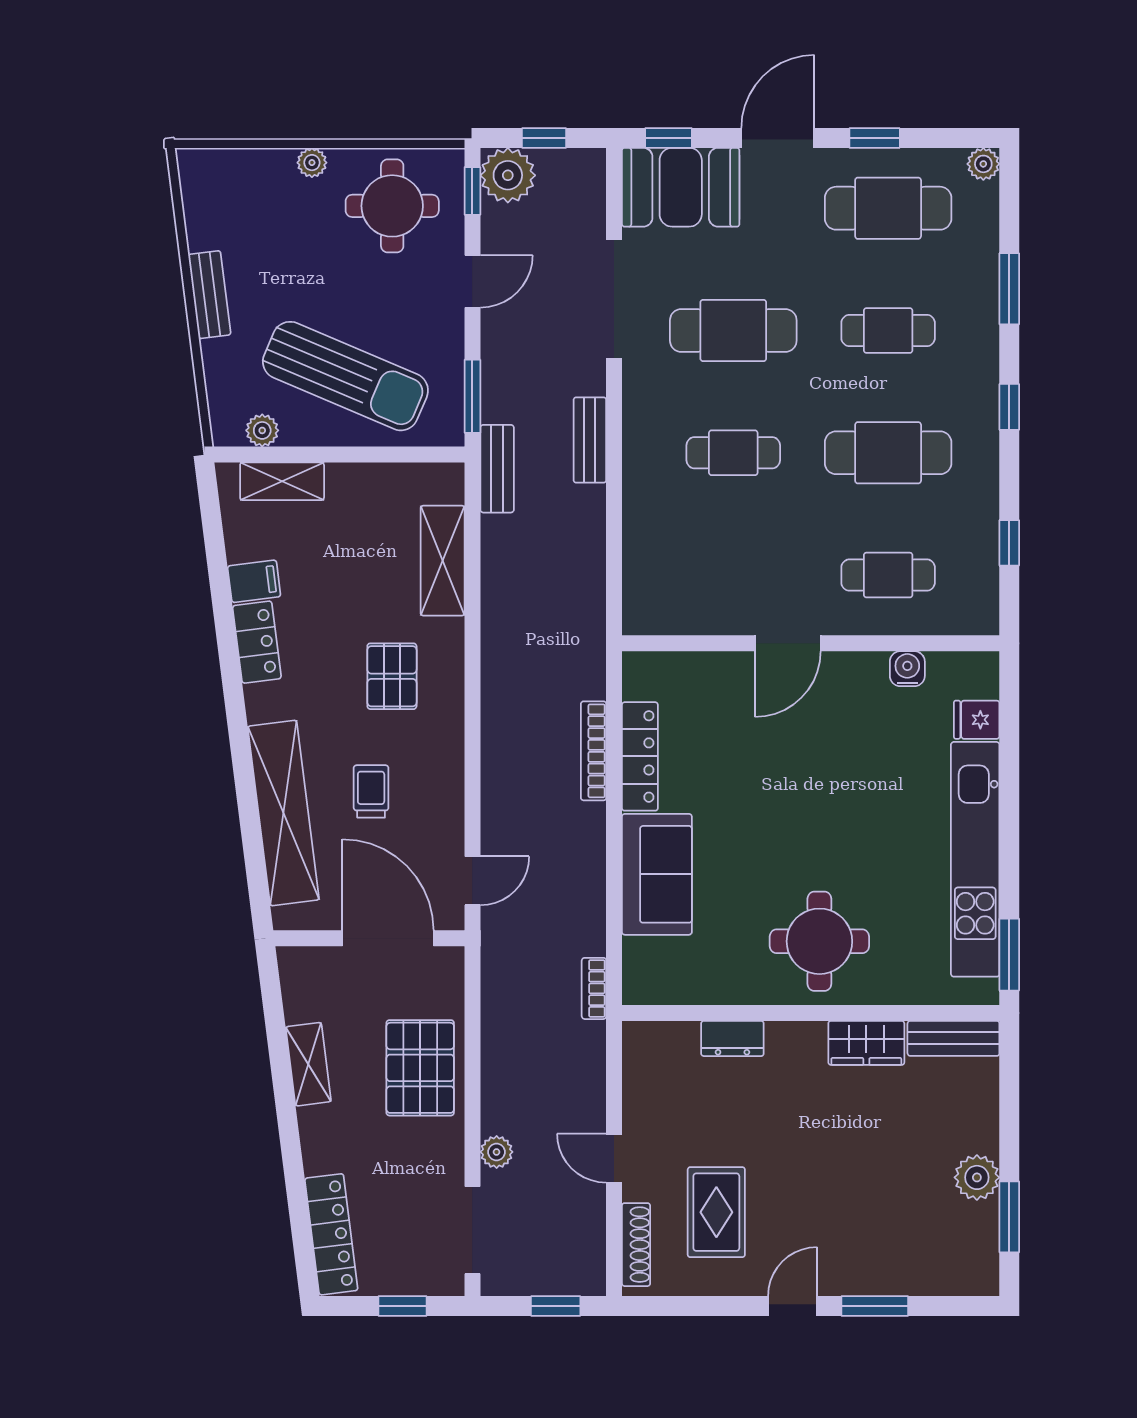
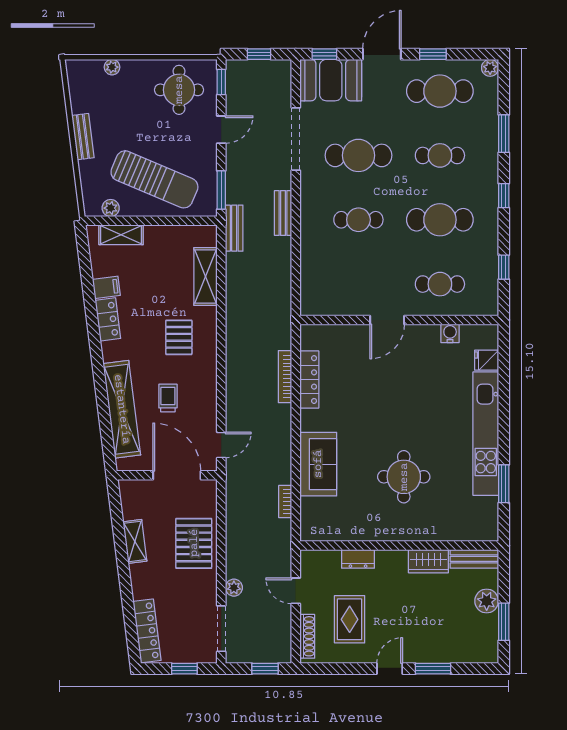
plant: (312, 163) -> (112, 67), moved
plant: (508, 175) -> (240, 74), removed
sofa: (657, 874) -> (318, 464), moved
wall: (811, 1013) -> (399, 546), moved
dresser: (732, 1038) -> (358, 559), moved
bench: (953, 1038) -> (474, 559), moved
wardrobe: (866, 1043) -> (428, 561), moved

